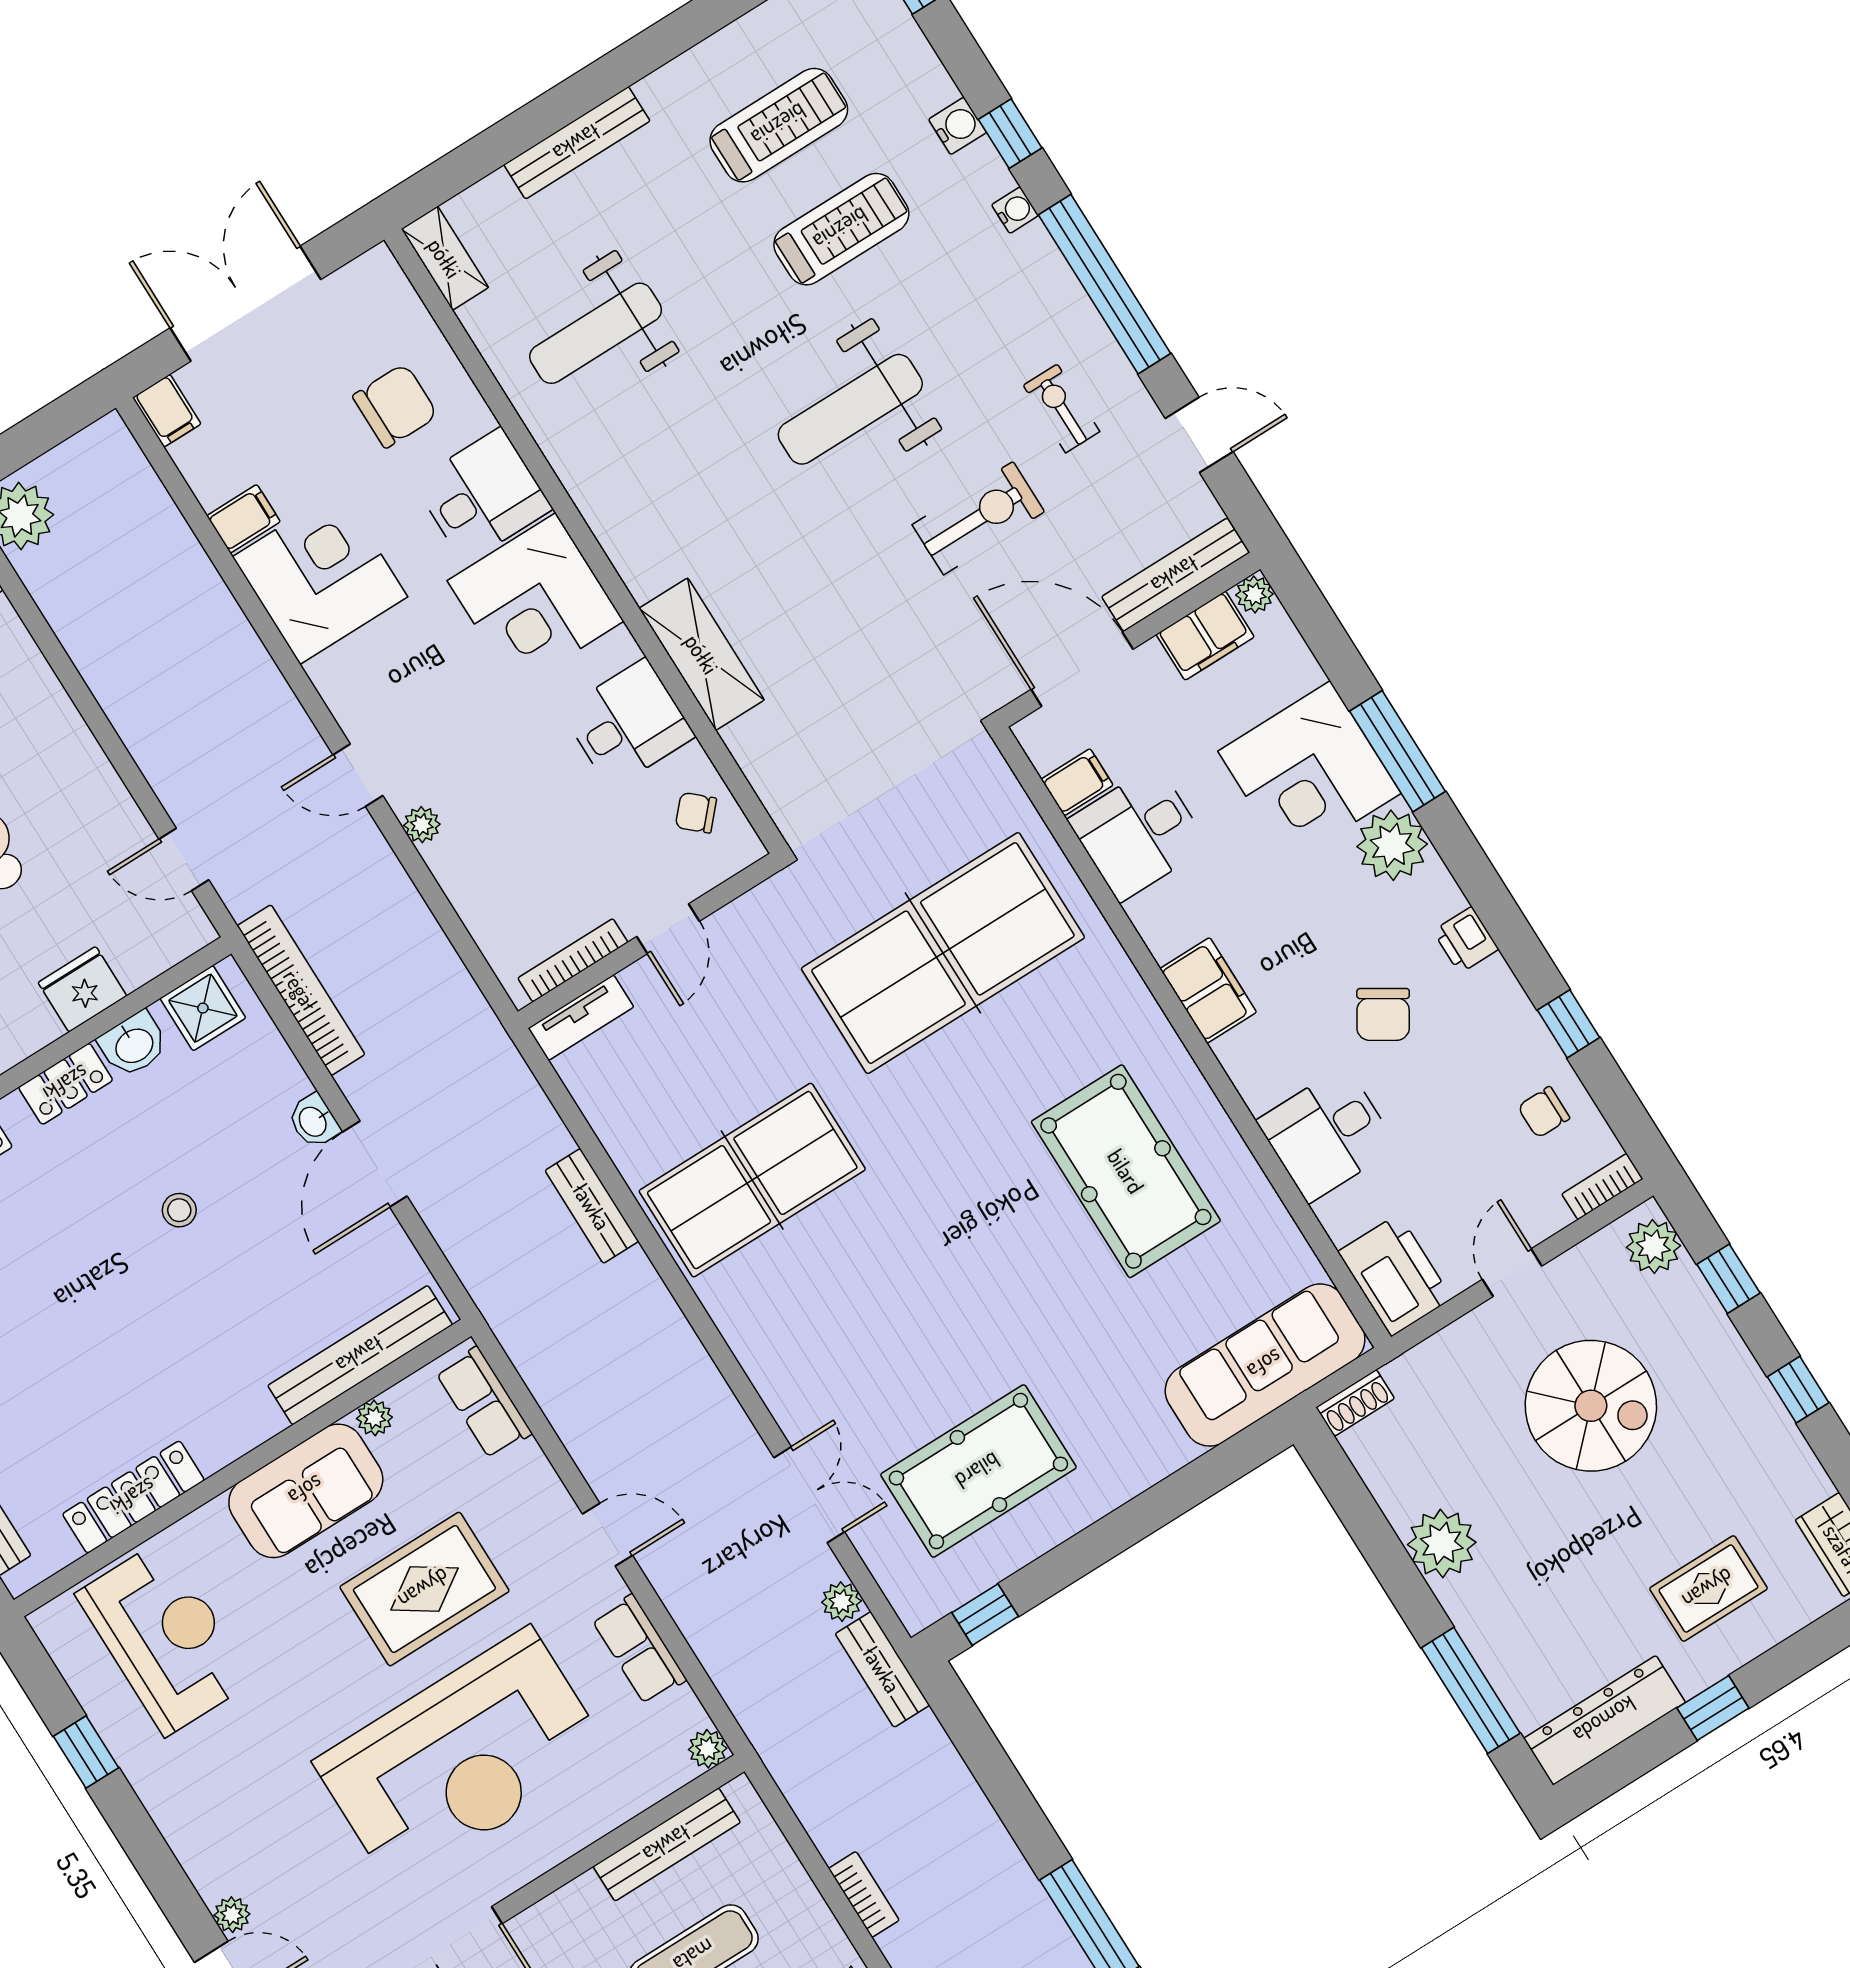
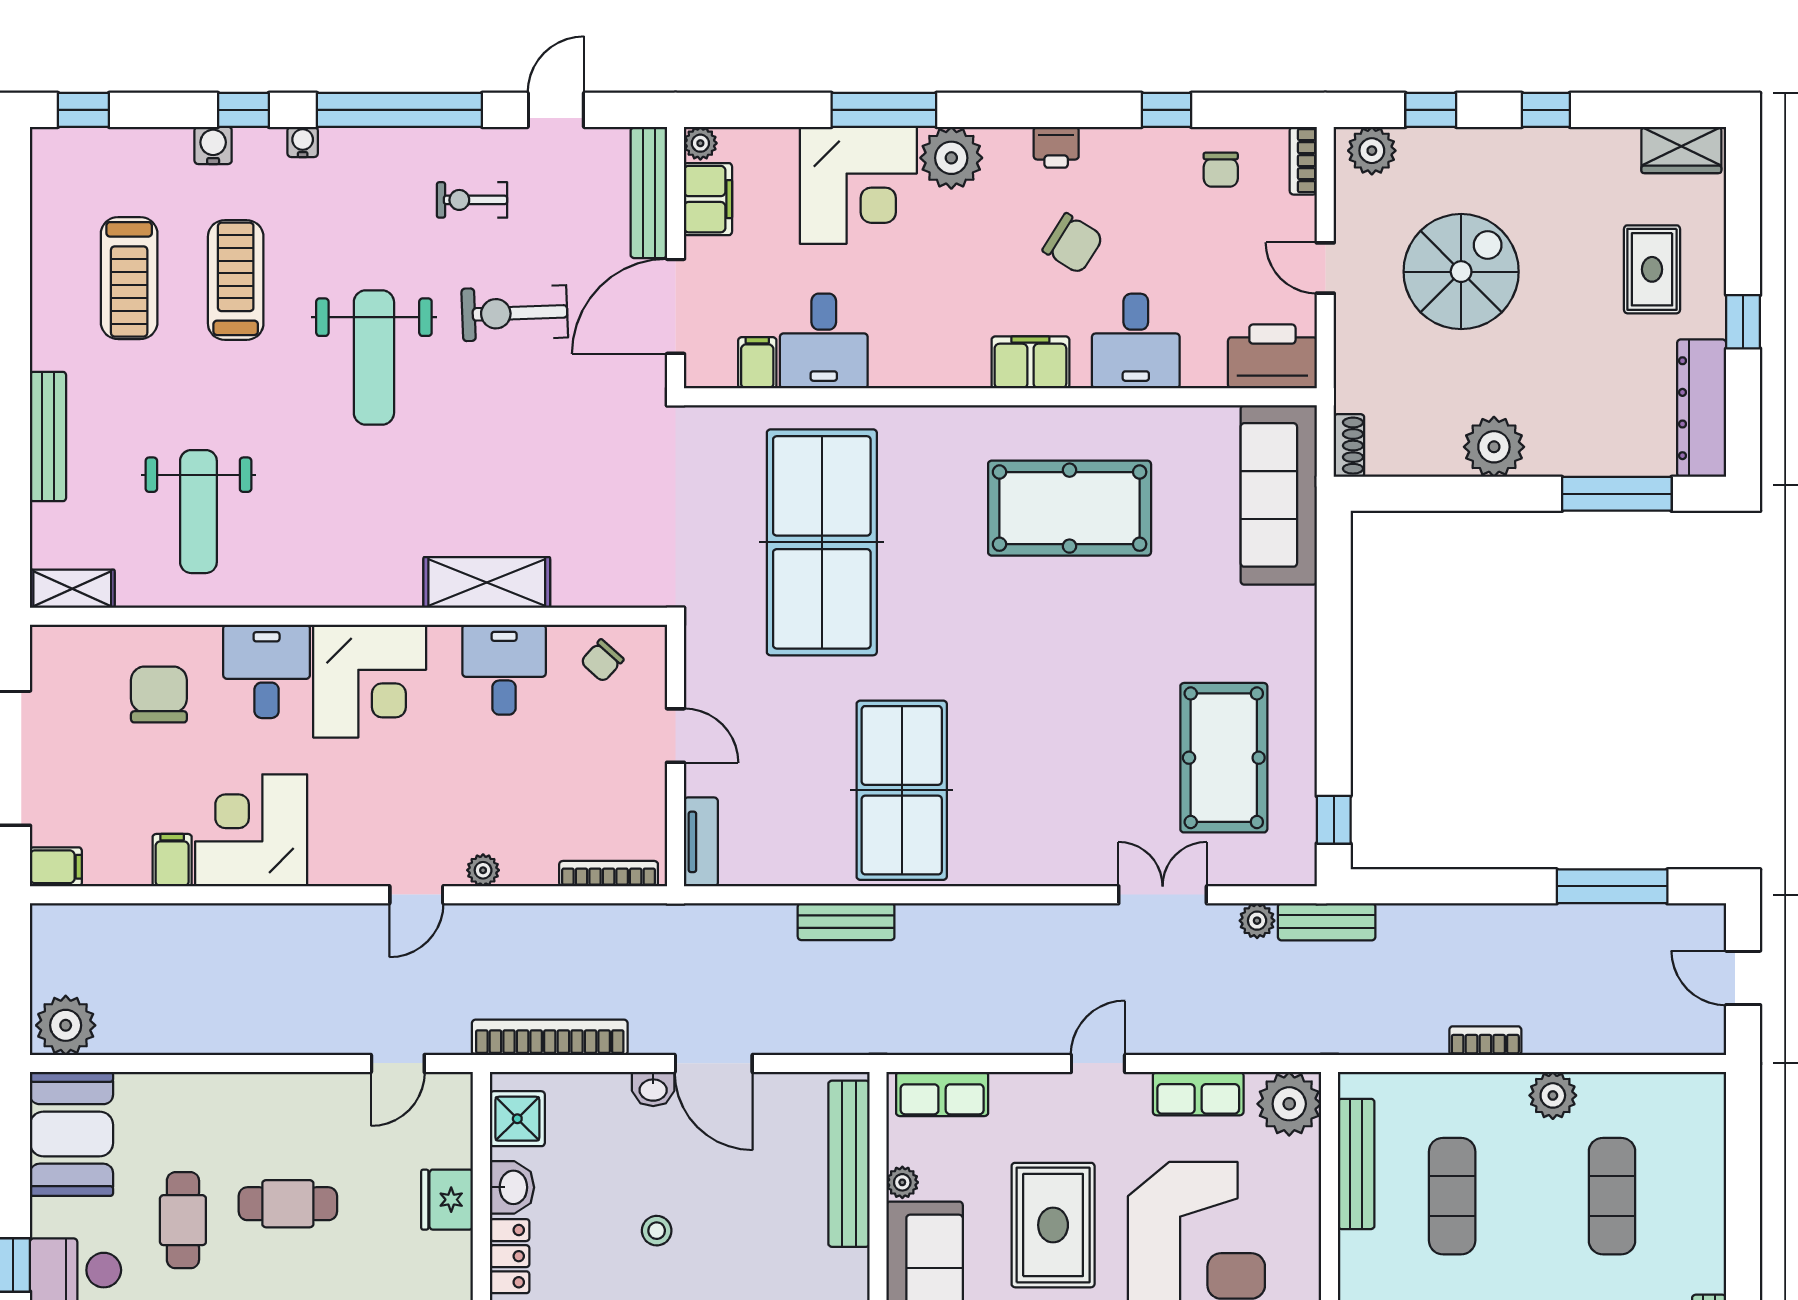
treadmill: (779, 125) -> (129, 278), turned 180
exercise bike: (978, 518) -> (515, 313), turned -92
bookcase: (573, 960) -> (609, 874), moved, turned 90
filing cabinet: (1208, 990) -> (1030, 362), moved
plant: (708, 1749) -> (1289, 1104), width x1.88, depth x1.88

